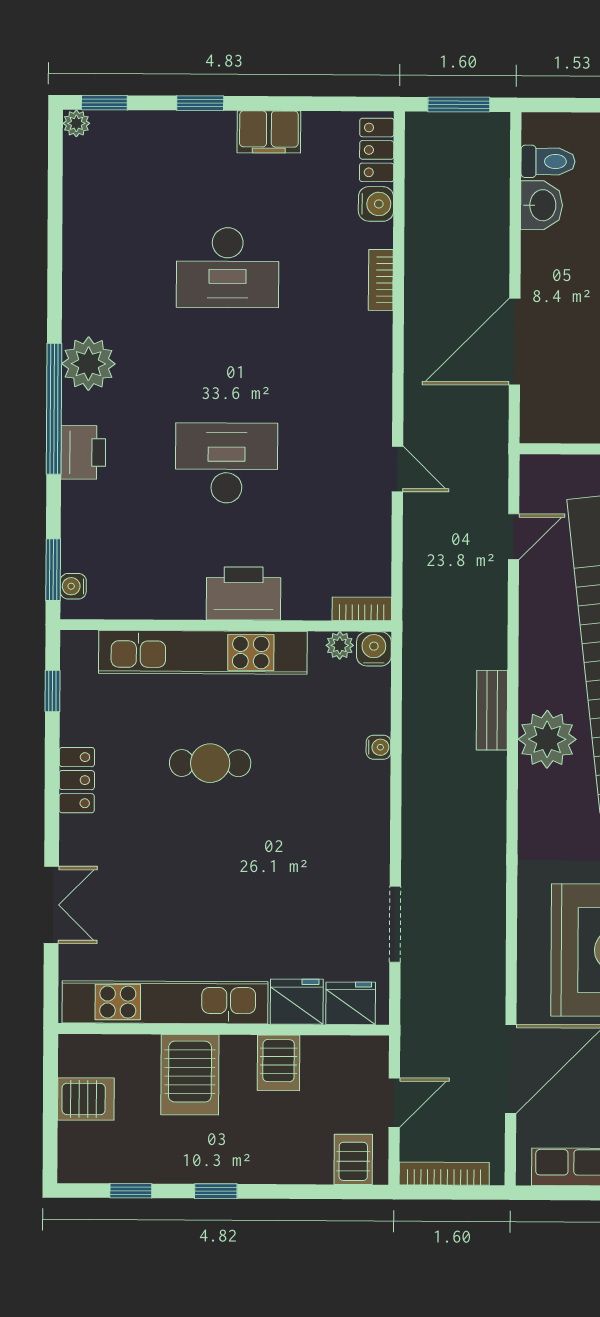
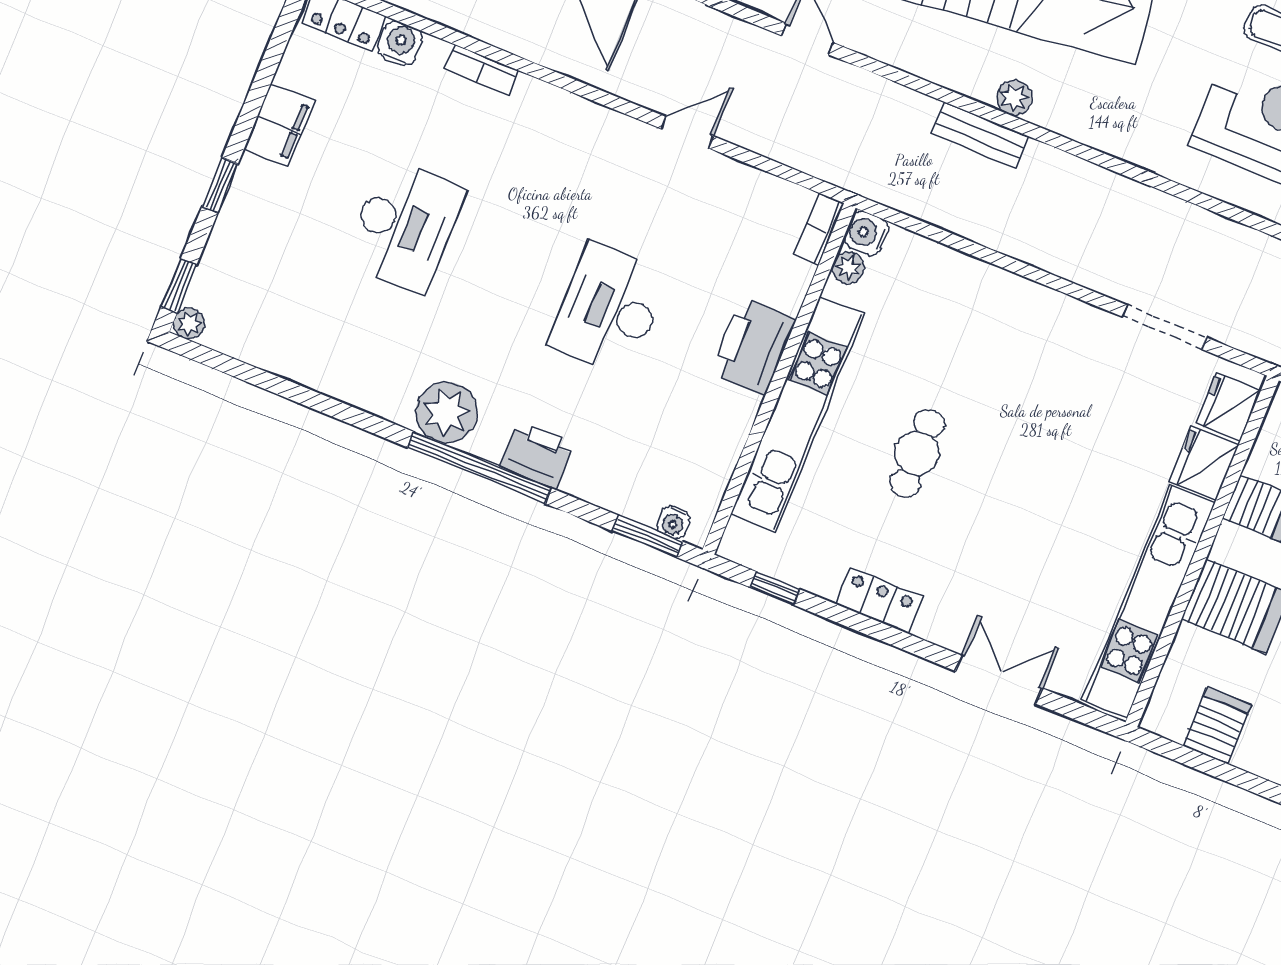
plant: (547, 739) -> (1014, 98), width x0.53, depth x0.53
water cooler: (378, 747) -> (971, 270), removed

